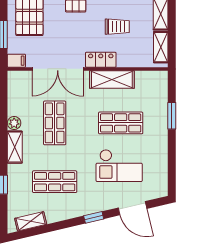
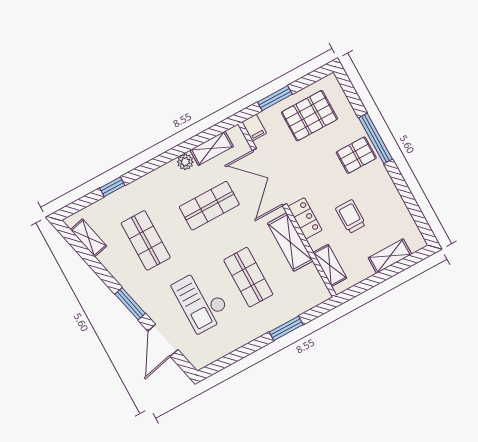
trolley: (117, 27) -> (351, 217), turned 180
shelving: (161, 47) -> (330, 265), moved, turned 90
shelving: (15, 147) -> (212, 148), moved
window: (94, 217) -> (130, 304), width x1.50

